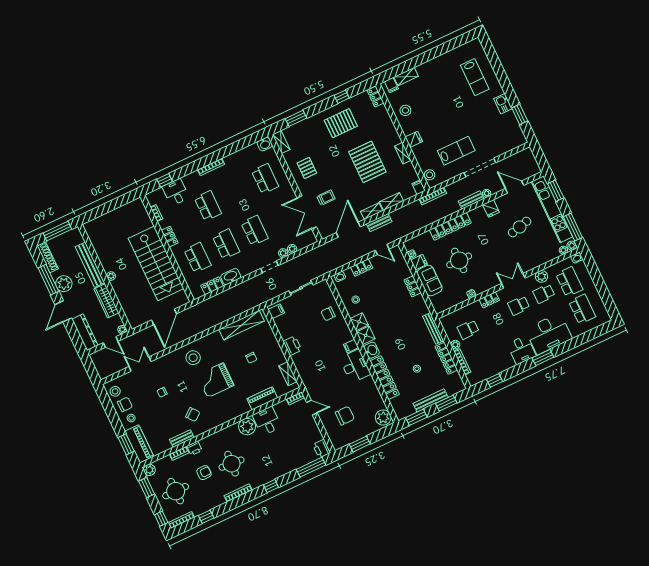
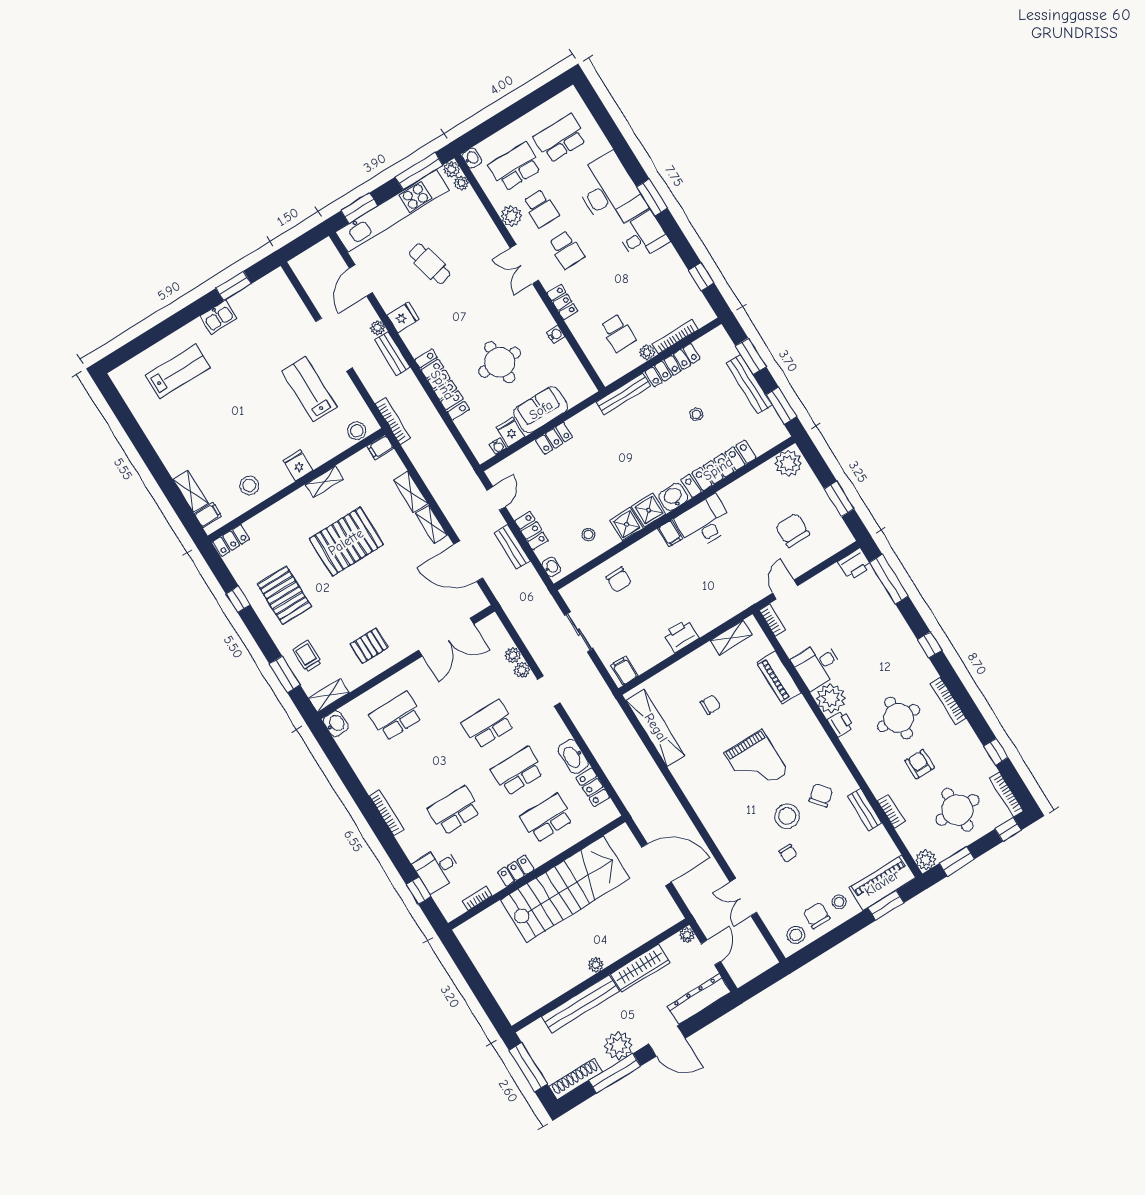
trolley: (326, 198) -> (307, 656), moved
bench: (379, 223) -> (512, 547), moved
stool: (193, 358) -> (787, 816), moved
printer: (194, 448) -> (841, 724), moved

